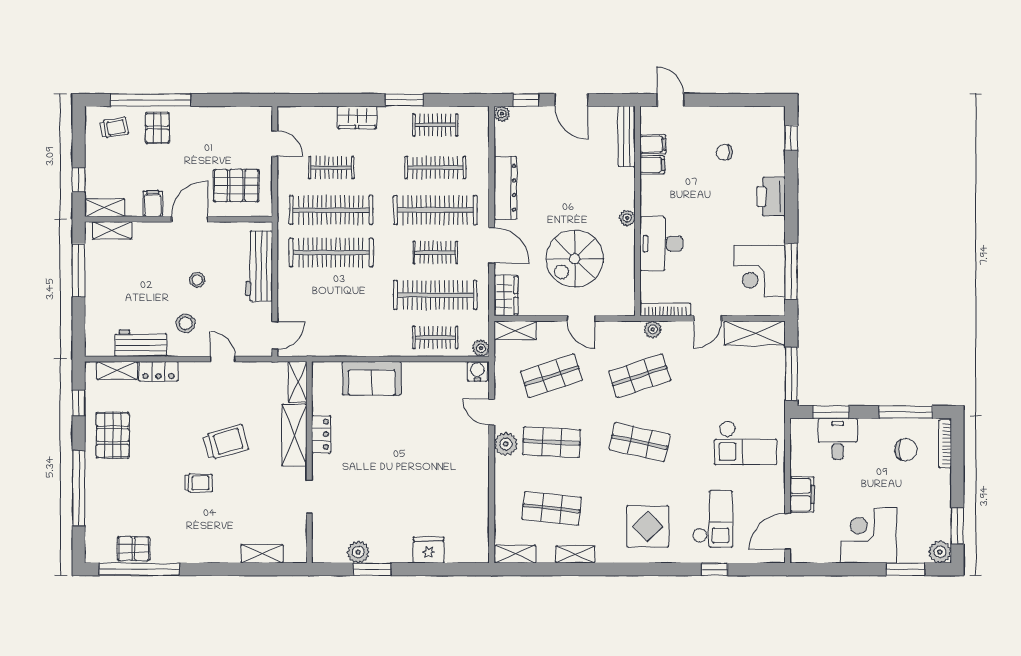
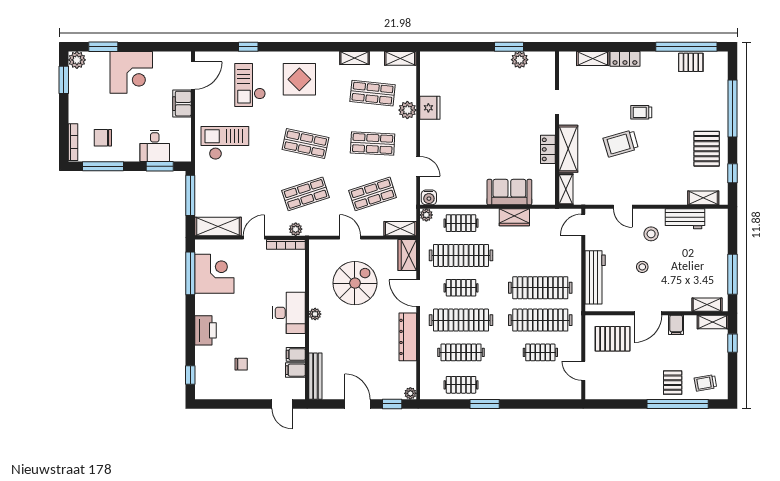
wardrobe: (357, 117) -> (514, 217), moved, turned 180
desk: (661, 244) -> (289, 313), moved
locker: (158, 371) -> (625, 59), moved, turned 180
plant: (506, 444) -> (407, 110), moved
fridge: (429, 550) -> (430, 108), moved, turned -90

